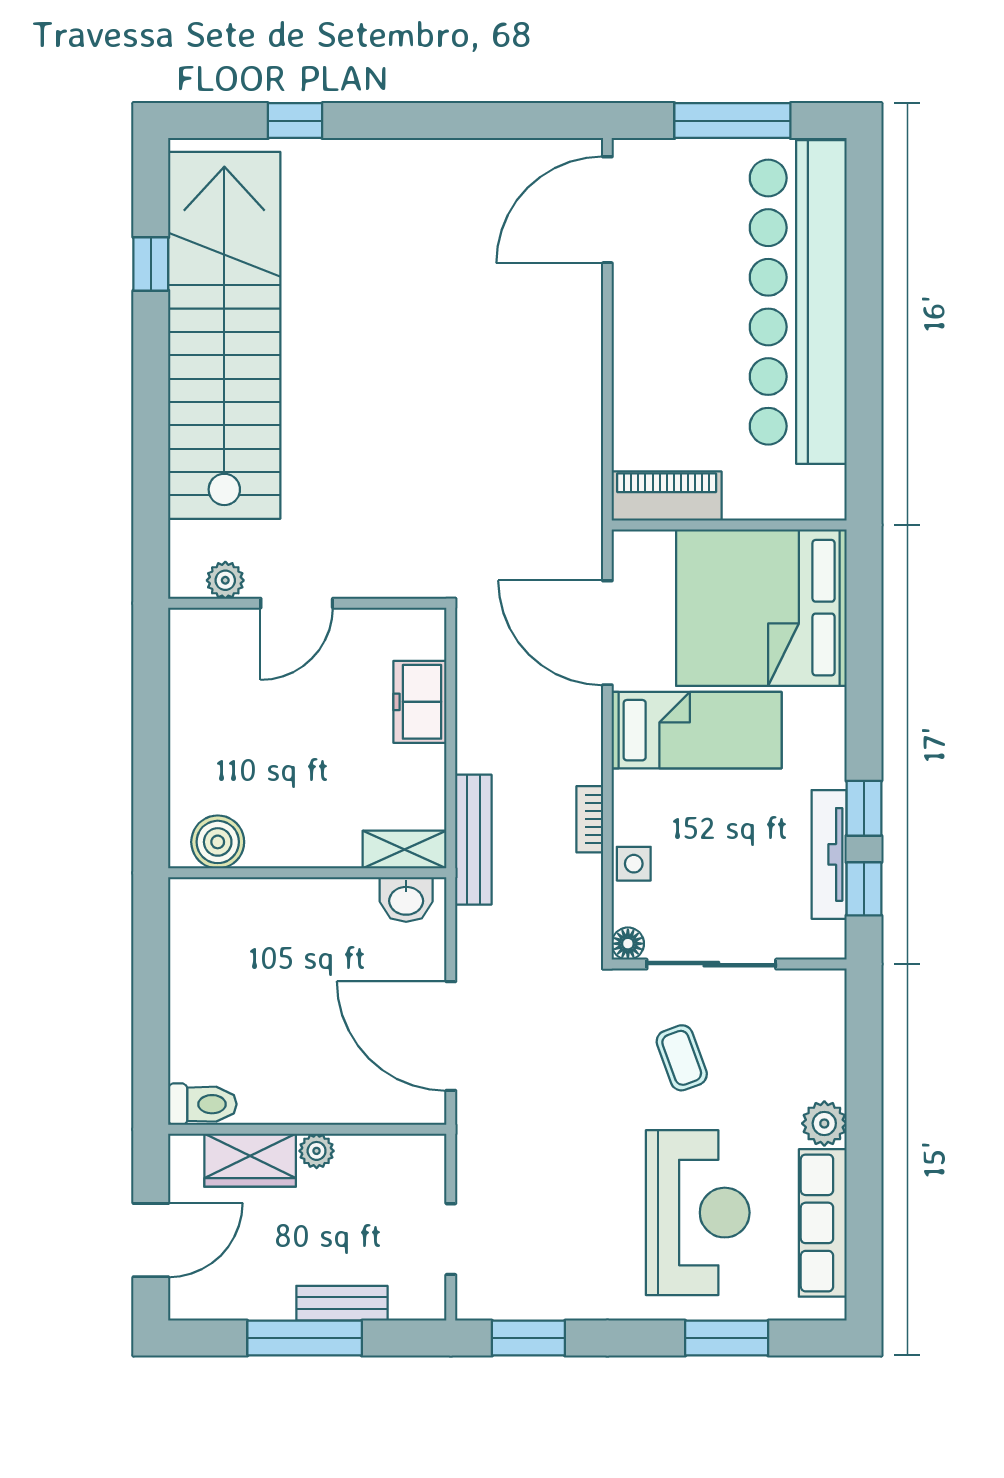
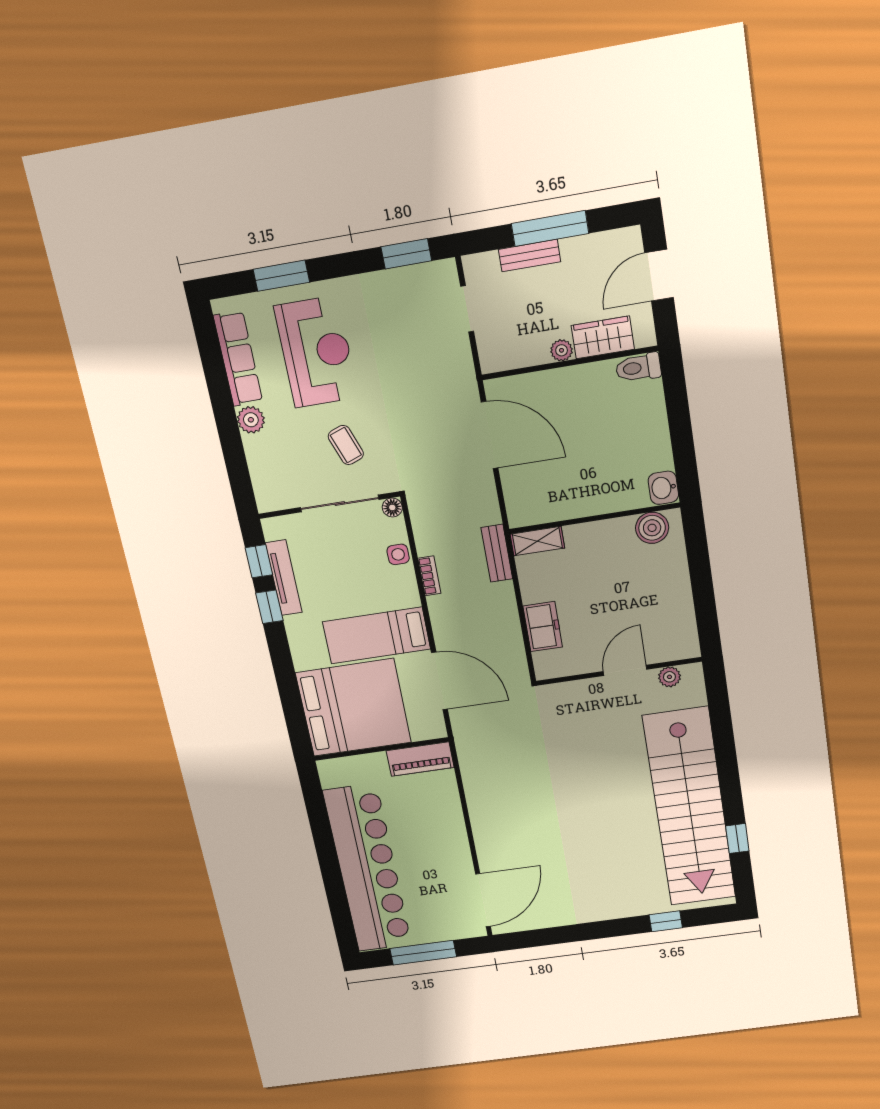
bench: (473, 840) -> (497, 553), width x0.73
washbasin: (406, 899) -> (663, 488), moved, turned -90
reception desk: (698, 1213) -> (316, 352), turned 180

